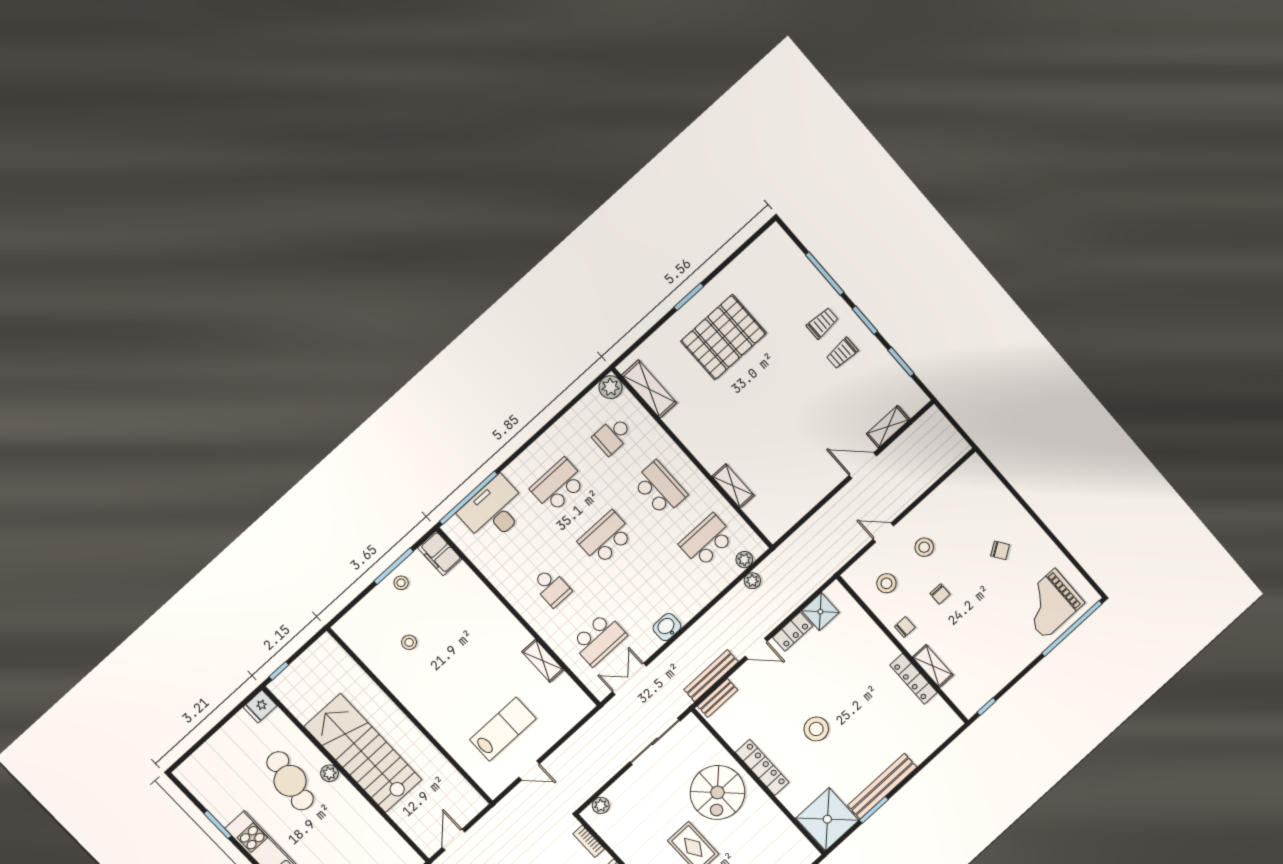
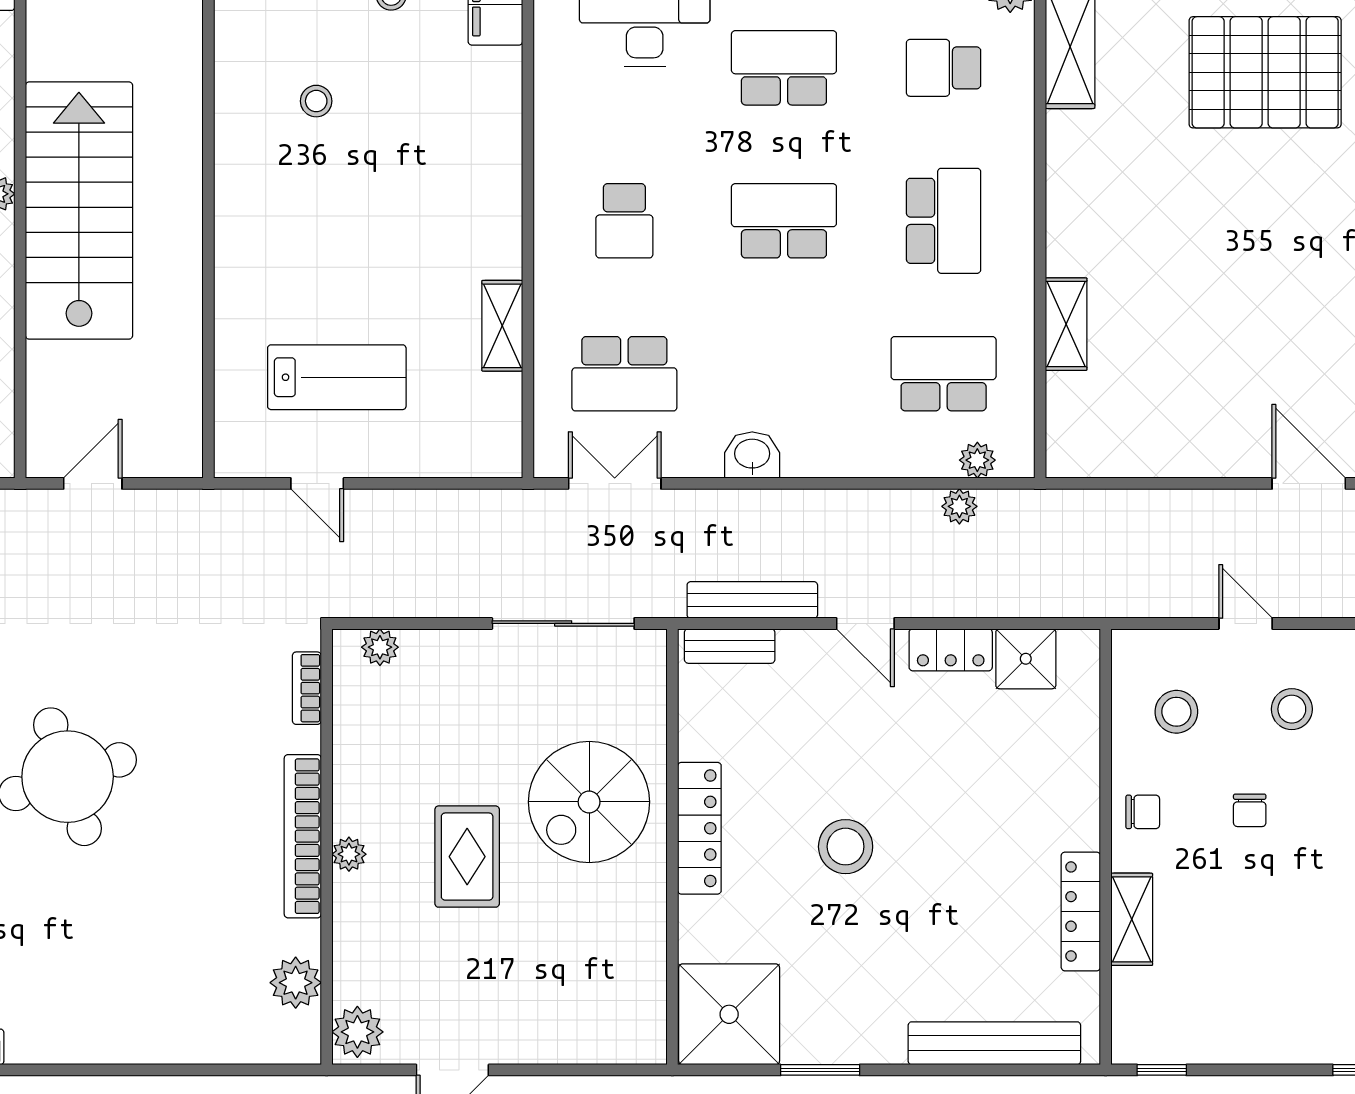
bench: (882, 786) -> (994, 1043), moved

